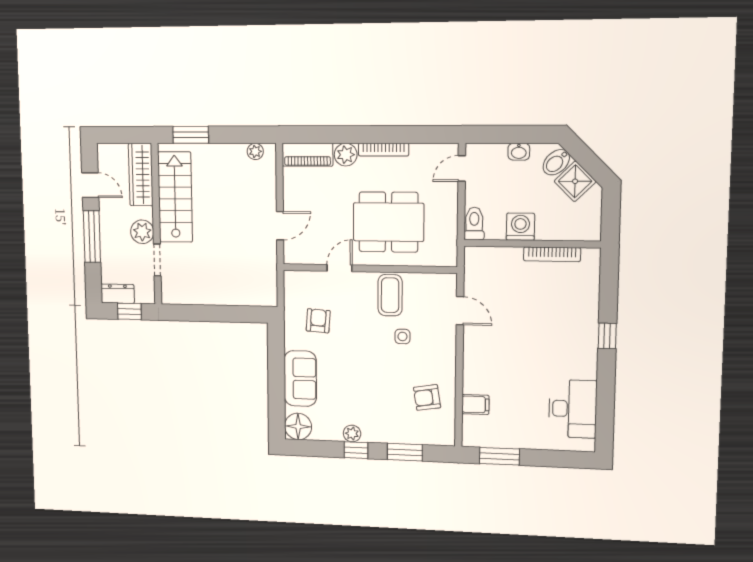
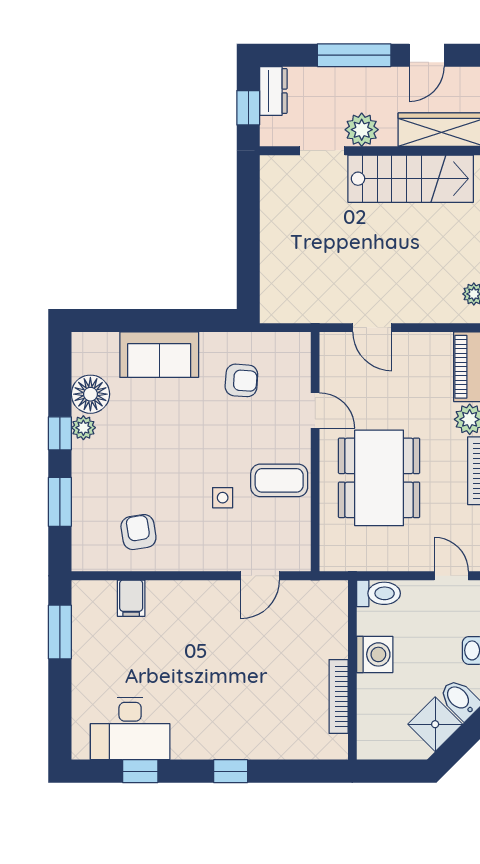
window: (605, 402) -> (140, 771), added
floor lamp: (298, 426) -> (90, 394), moved

